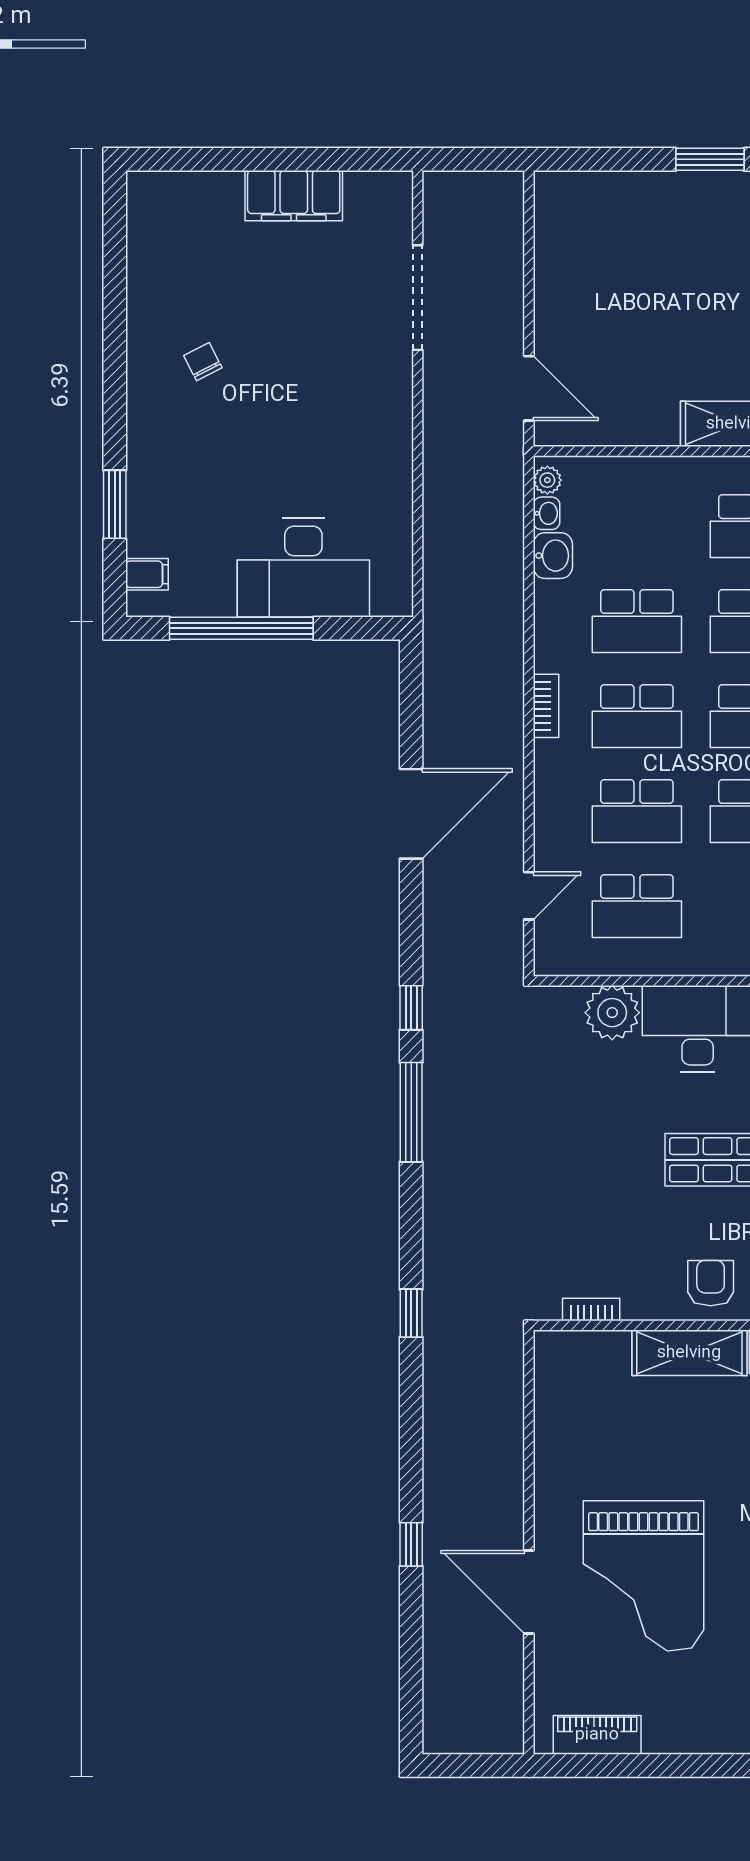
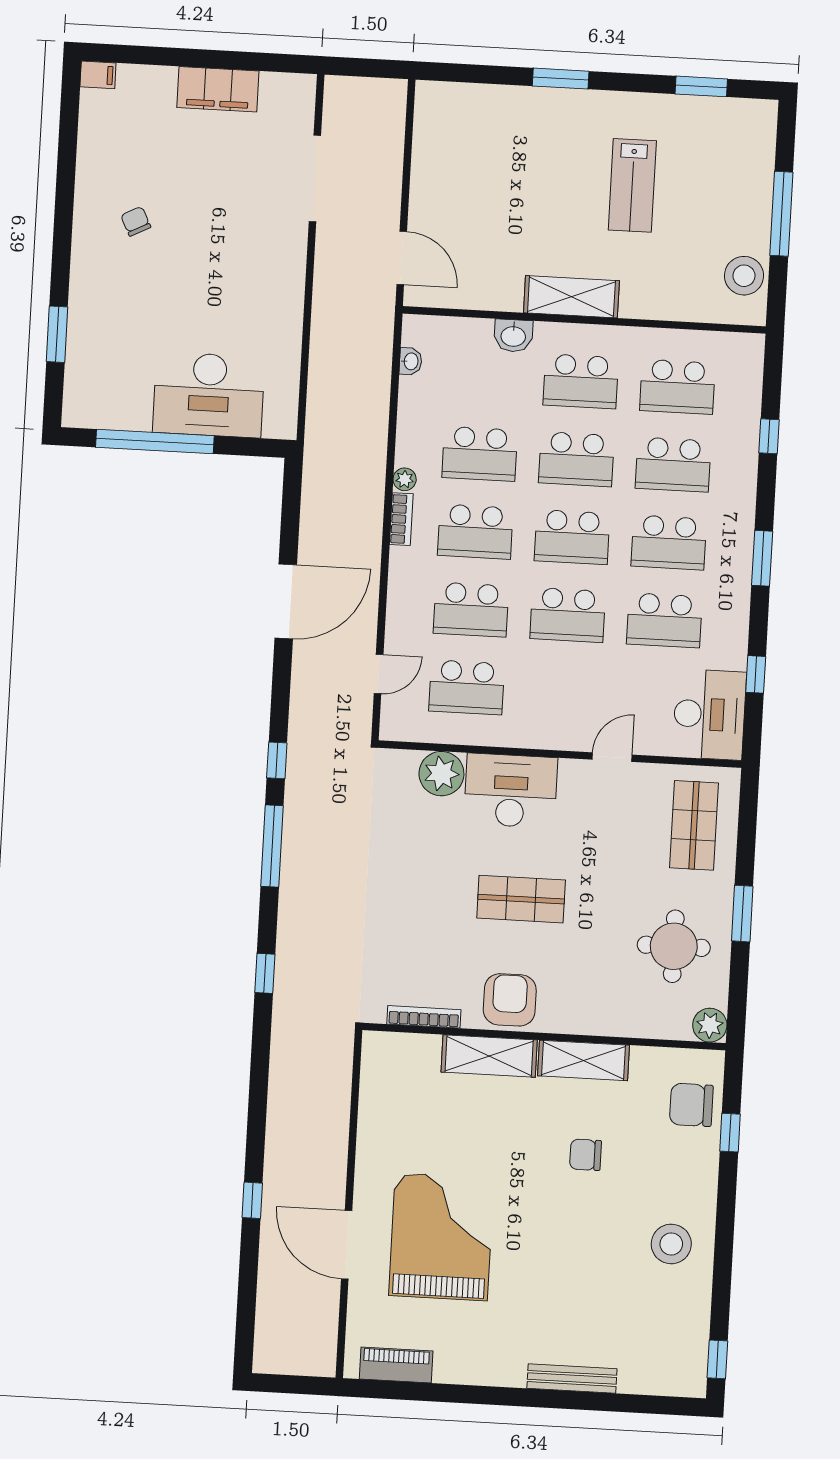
plant: (547, 480) -> (405, 479), moved
washbasin: (553, 556) -> (513, 336), moved, turned 90
filing cabinet: (147, 574) -> (98, 75), moved
armchair: (711, 1283) -> (510, 1000), width x1.38, depth x1.38
bookcase: (591, 1310) -> (424, 1017), width x1.56
window: (411, 1313) -> (265, 973), moved
grand piano: (643, 1576) -> (441, 1237), turned 180

